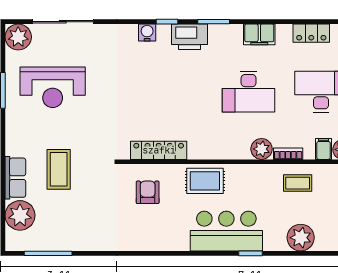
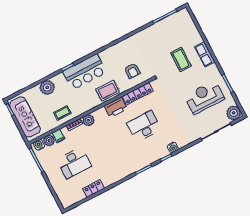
filing cabinet: (259, 34) -> (118, 175), removed
printer: (189, 37) -> (116, 107), moved, turned 180
desk: (249, 92) -> (144, 126), moved
row of seats: (15, 178) -> (205, 54), moved
plant: (20, 215) -> (188, 27), removed

